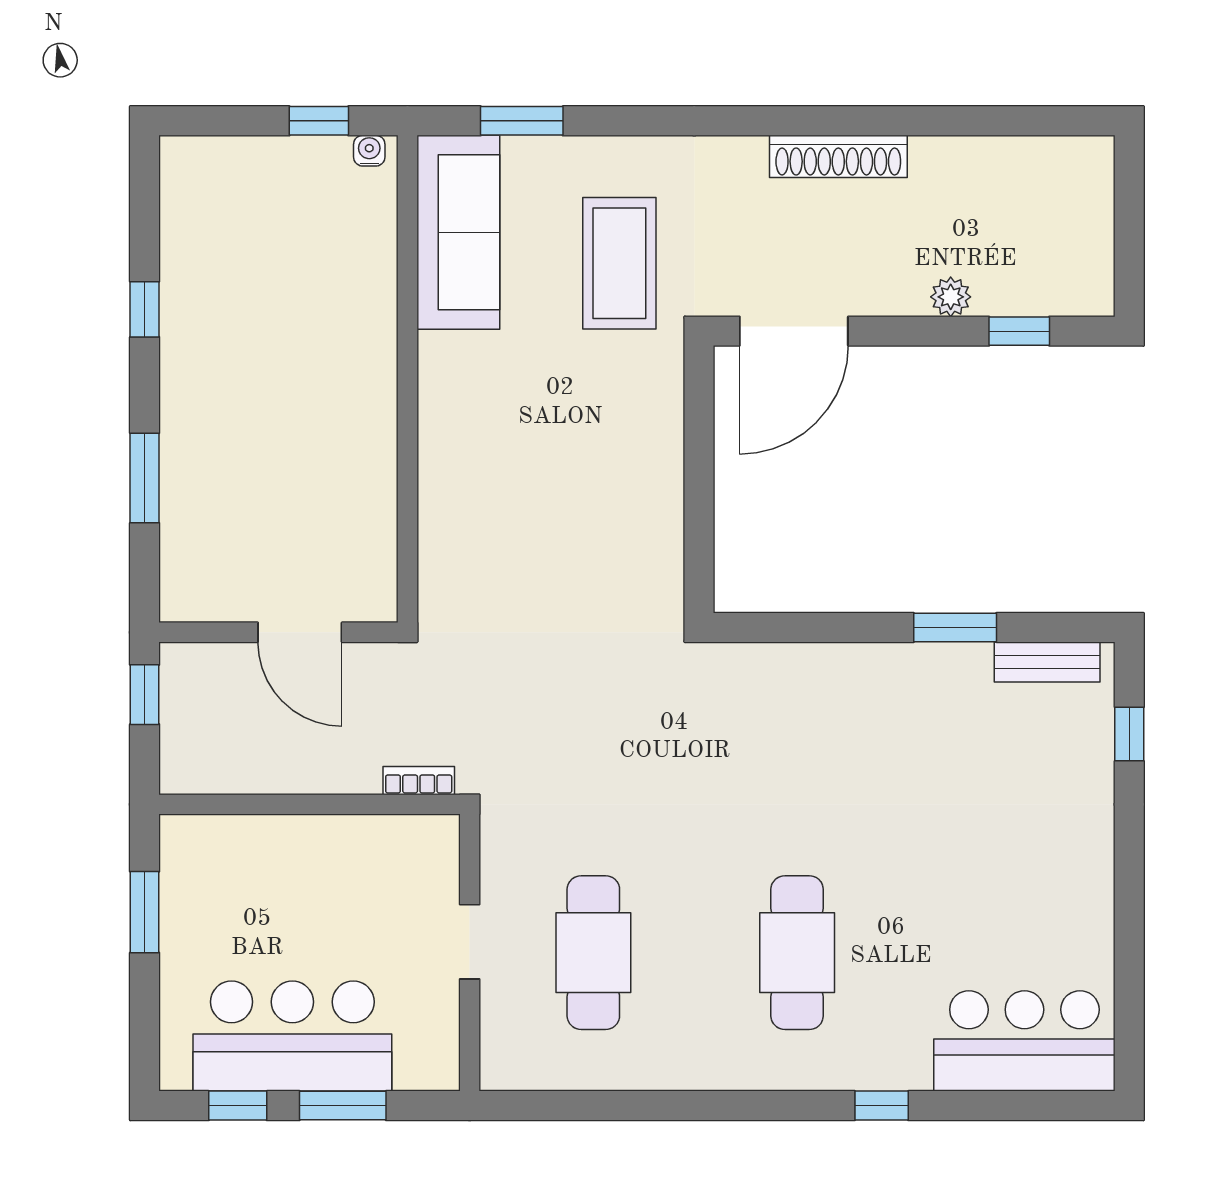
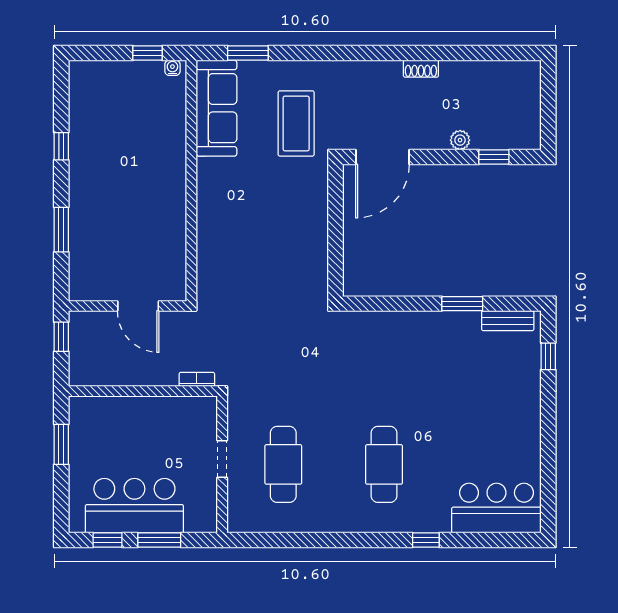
shoe rack: (838, 156) -> (421, 69), width x0.51, depth x0.81

